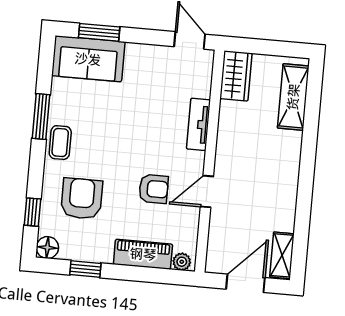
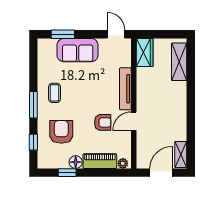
sofa: (88, 59) -> (78, 50), moved
window: (41, 117) -> (33, 105), moved
tv unit: (198, 124) -> (125, 89), width x1.41
coffee table: (60, 143) -> (55, 93), moved
floor lamp: (47, 248) -> (76, 162), moved

